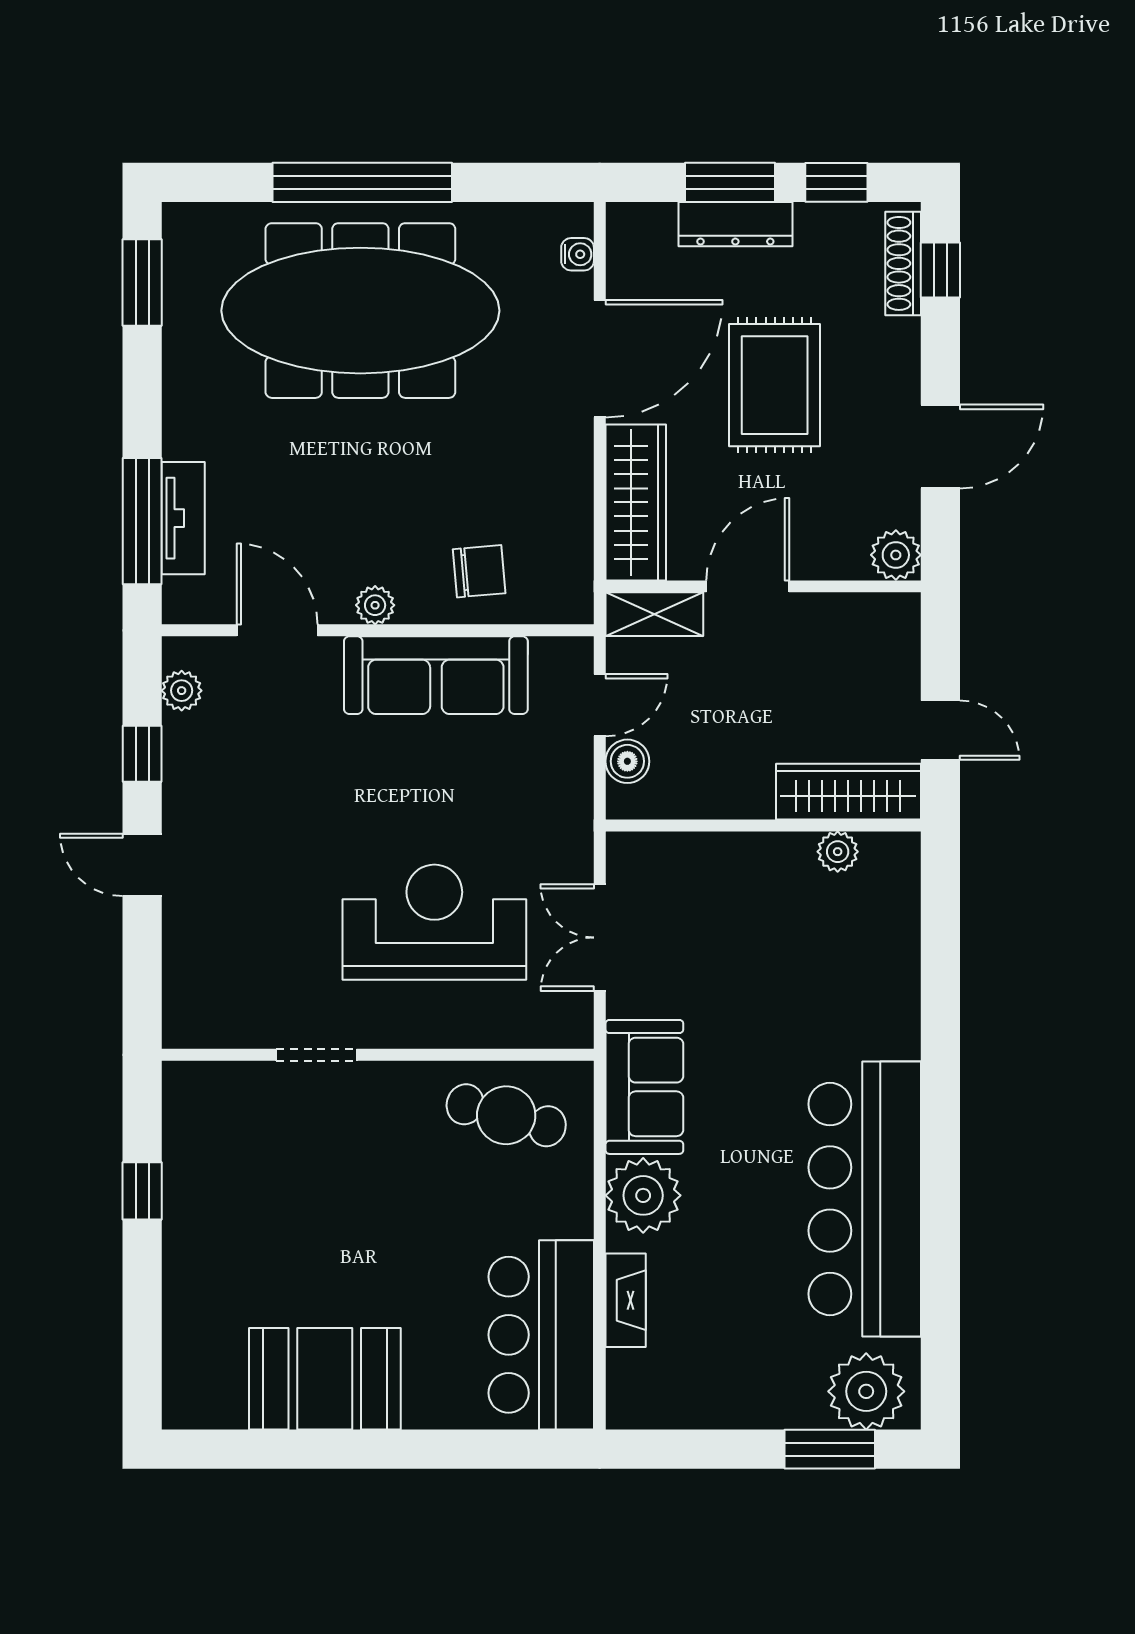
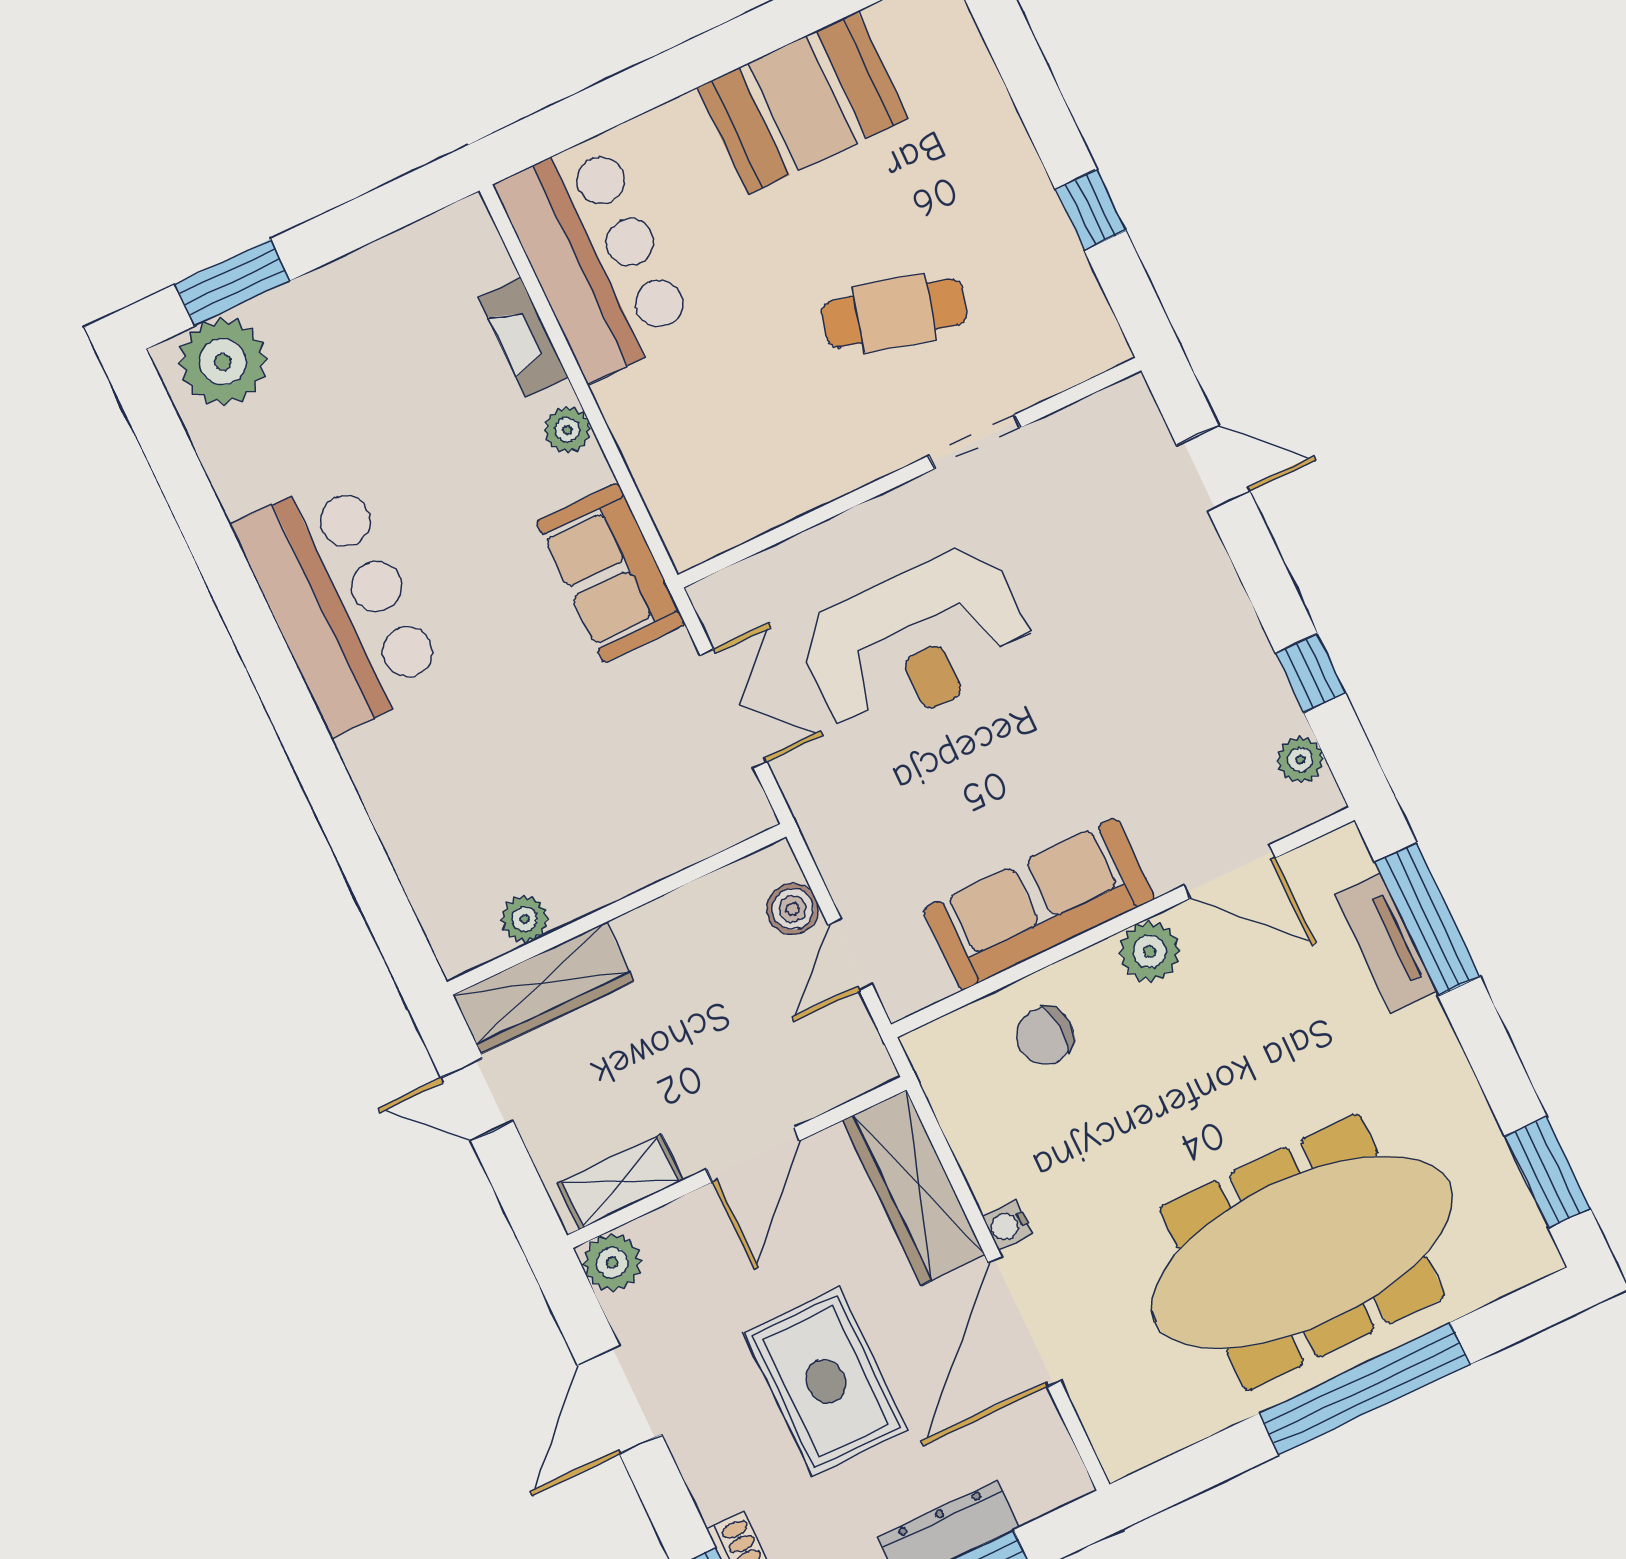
water cooler: (578, 254) -> (1007, 1225), moved
plant: (375, 605) -> (1150, 951), width x1.38, depth x1.38
shelving: (654, 614) -> (620, 1182), moved
door: (142, 865) -> (1213, 468), moved
cafe table: (506, 1115) -> (894, 313), moved
plant: (643, 1195) -> (567, 430), width x0.53, depth x0.53
bar counter: (865, 1199) -> (340, 604), width x0.73

